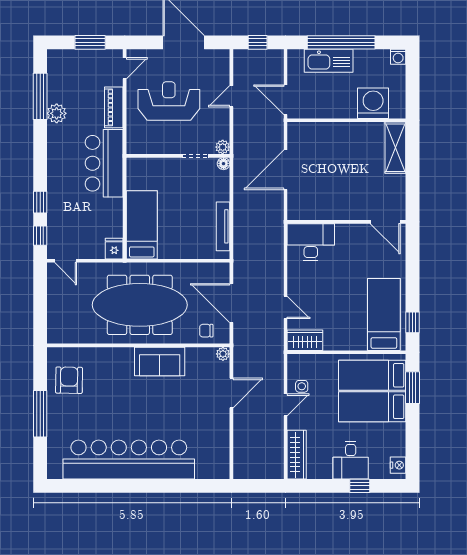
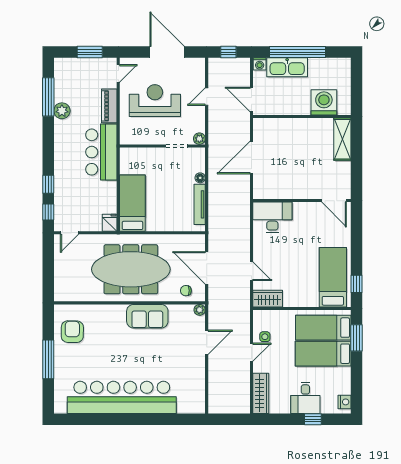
washing machine: (398, 57) -> (260, 64), moved
floor lamp: (224, 164) -> (200, 178), moved
door: (66, 261) -> (69, 233), hinge flipped

